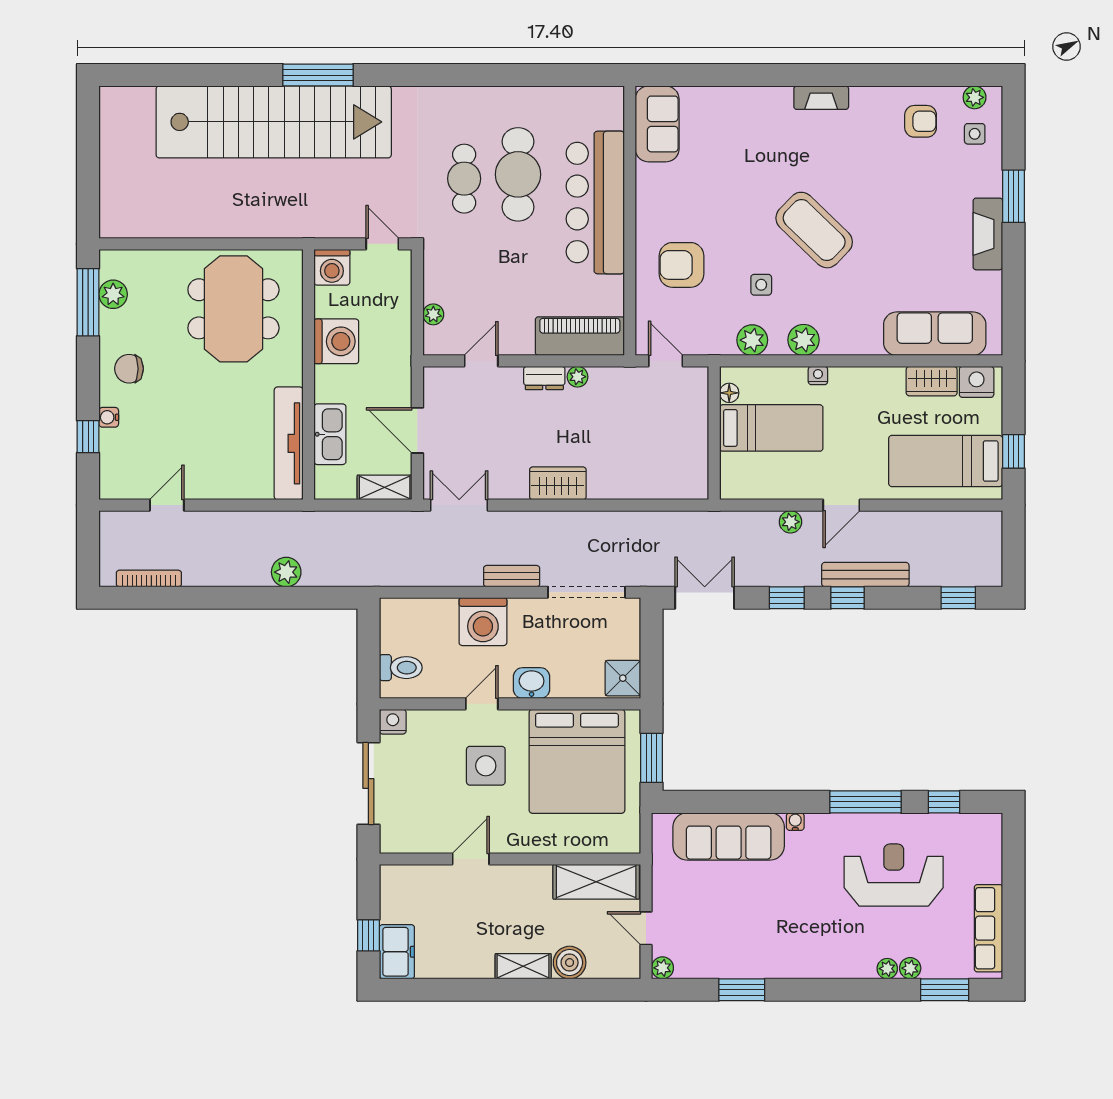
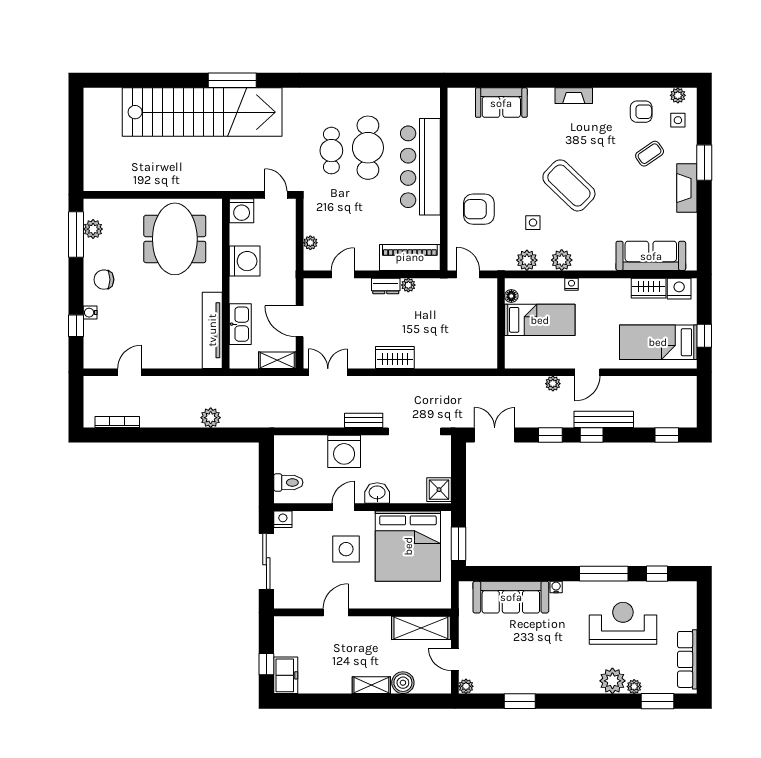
sofa: (657, 124) -> (501, 103), moved, turned 90
coffee table: (933, 183) -> (650, 154), added
plant: (887, 969) -> (612, 681), width x1.87, depth x1.87

